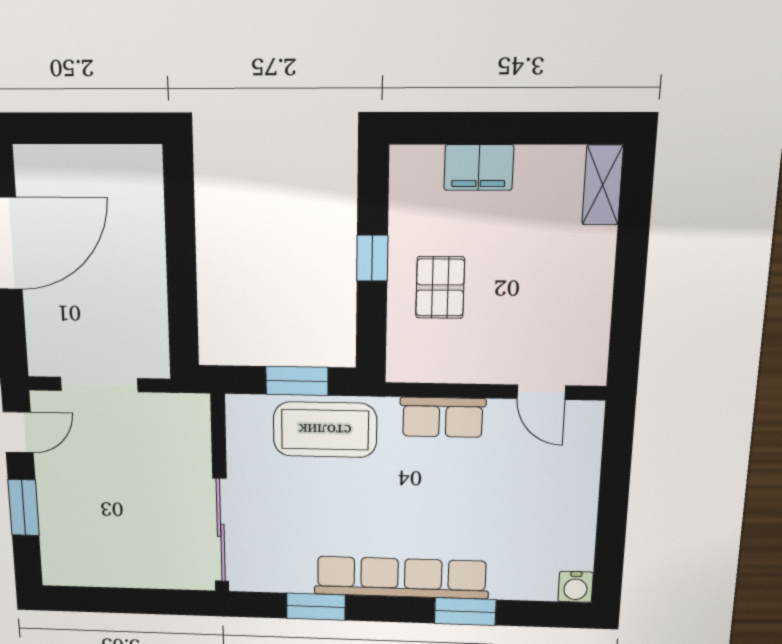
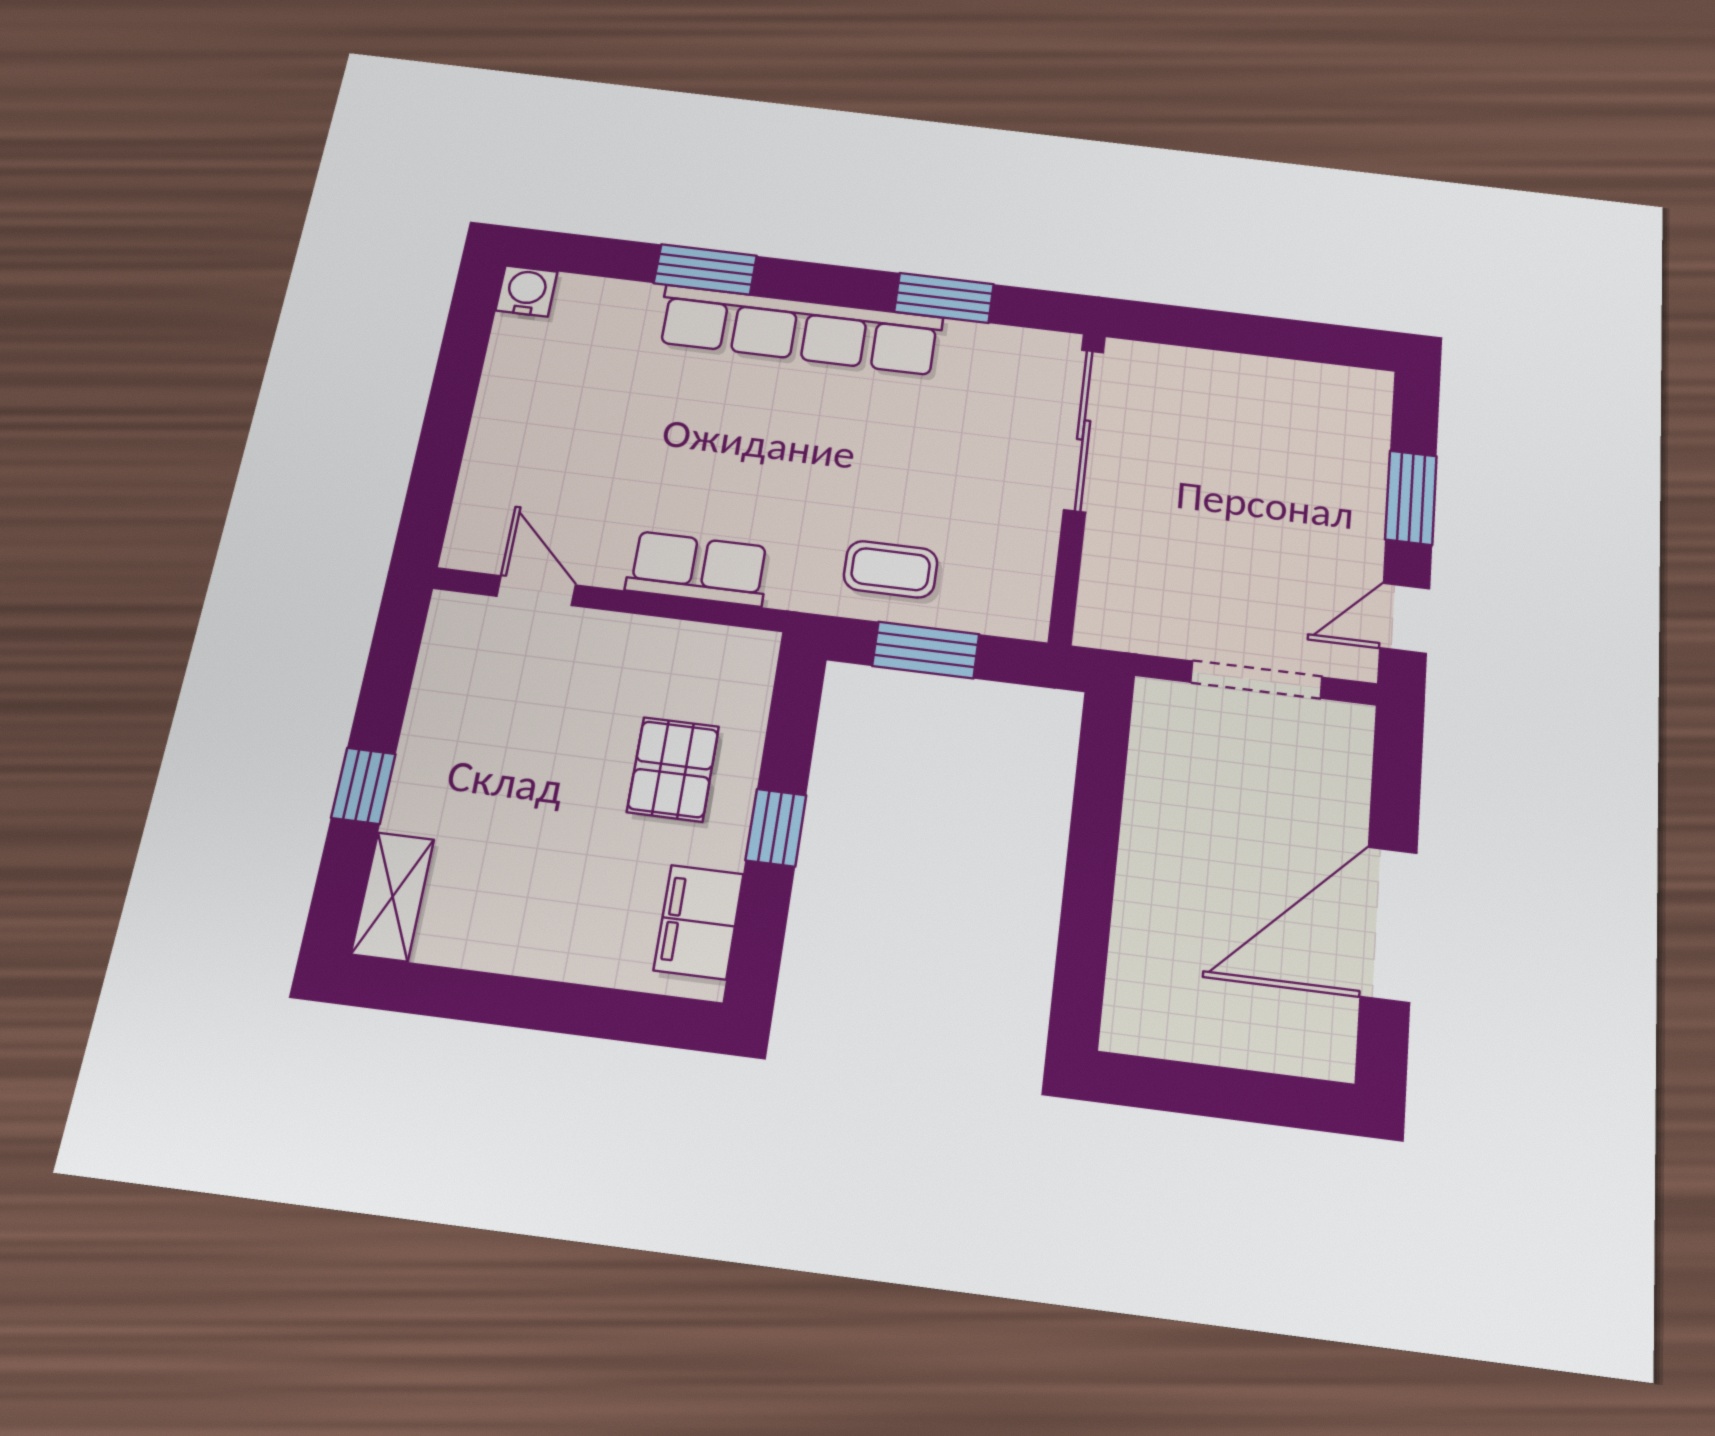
filing cabinet: (479, 167) -> (699, 922), moved, turned -90
window: (632, 254) -> (363, 786), added
coffee table: (325, 430) -> (891, 569), width x0.54, depth x0.58

